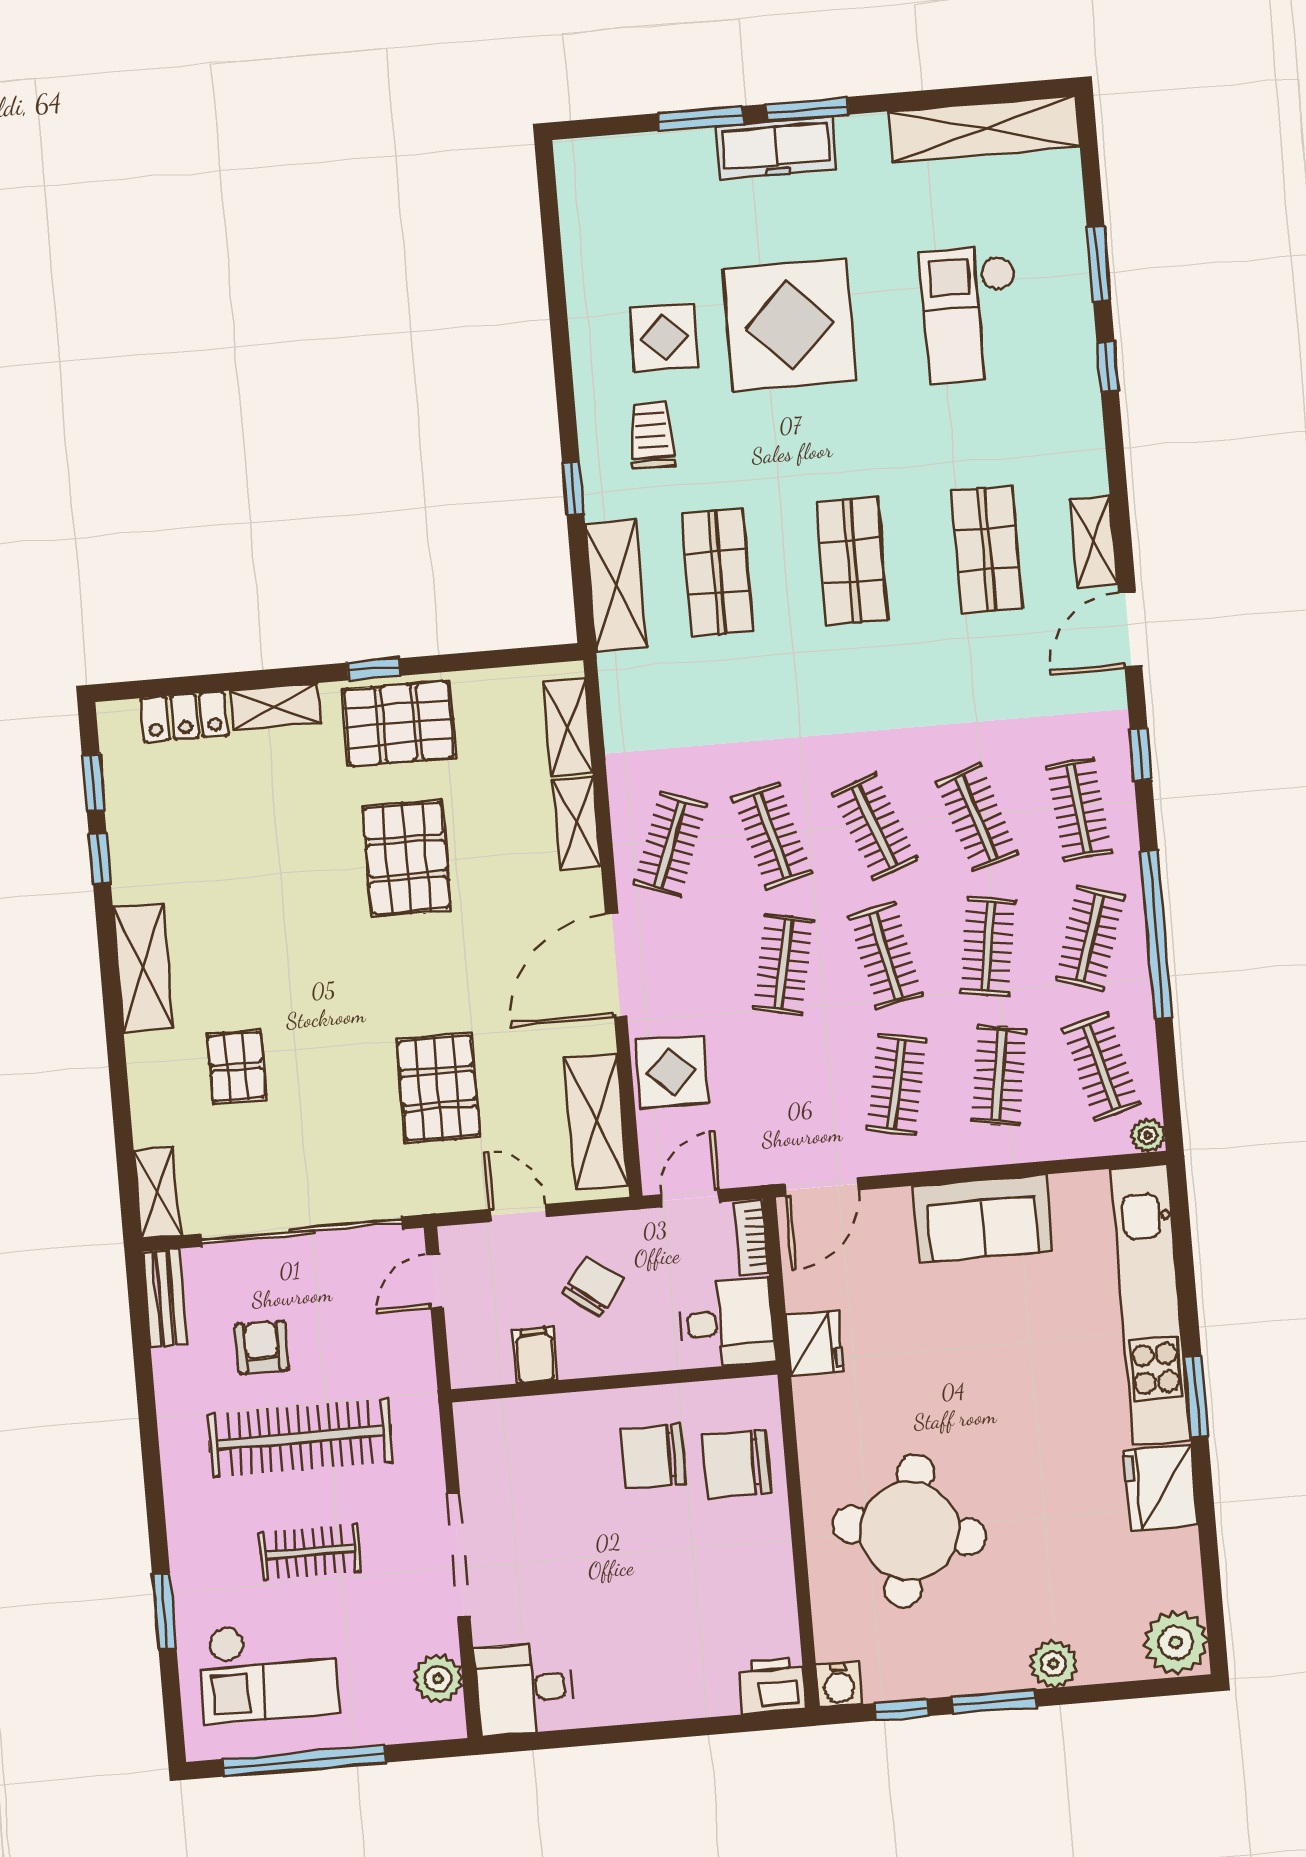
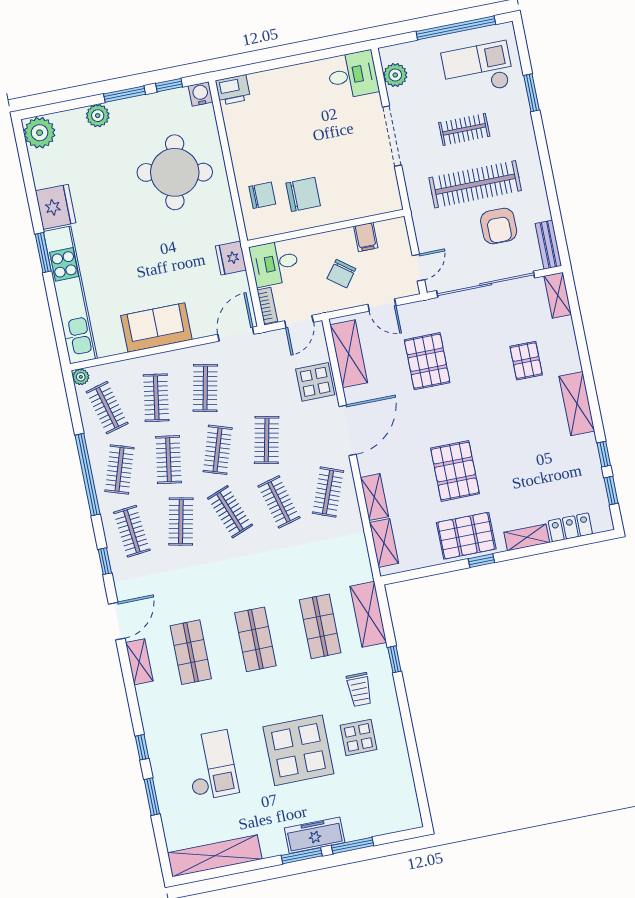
clothes rail: (977, 818) -> (181, 521), turned 30
clothes rail: (886, 955) -> (218, 450), turned 30
armchair: (262, 1347) -> (499, 226), width x1.38, depth x1.38
chair: (737, 1464) -> (262, 195), width x0.73, depth x0.73

